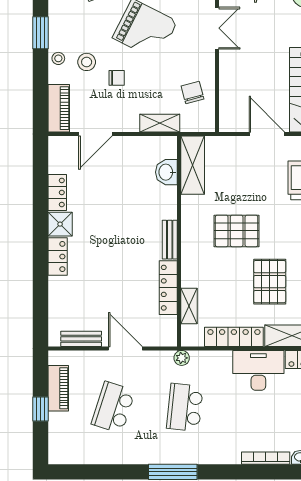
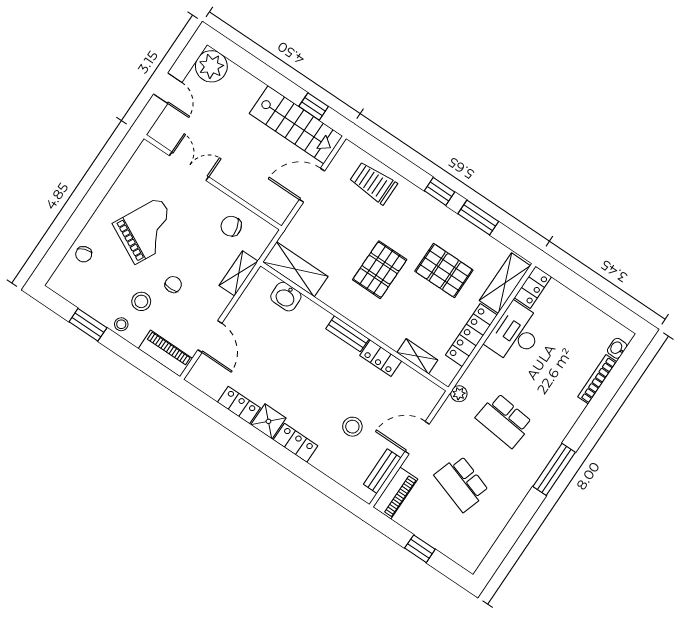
locker: (168, 288) -> (381, 358), width x0.66
stool: (100, 292) -> (352, 427), added
piano: (58, 388) -> (395, 493), moved, turned 90

